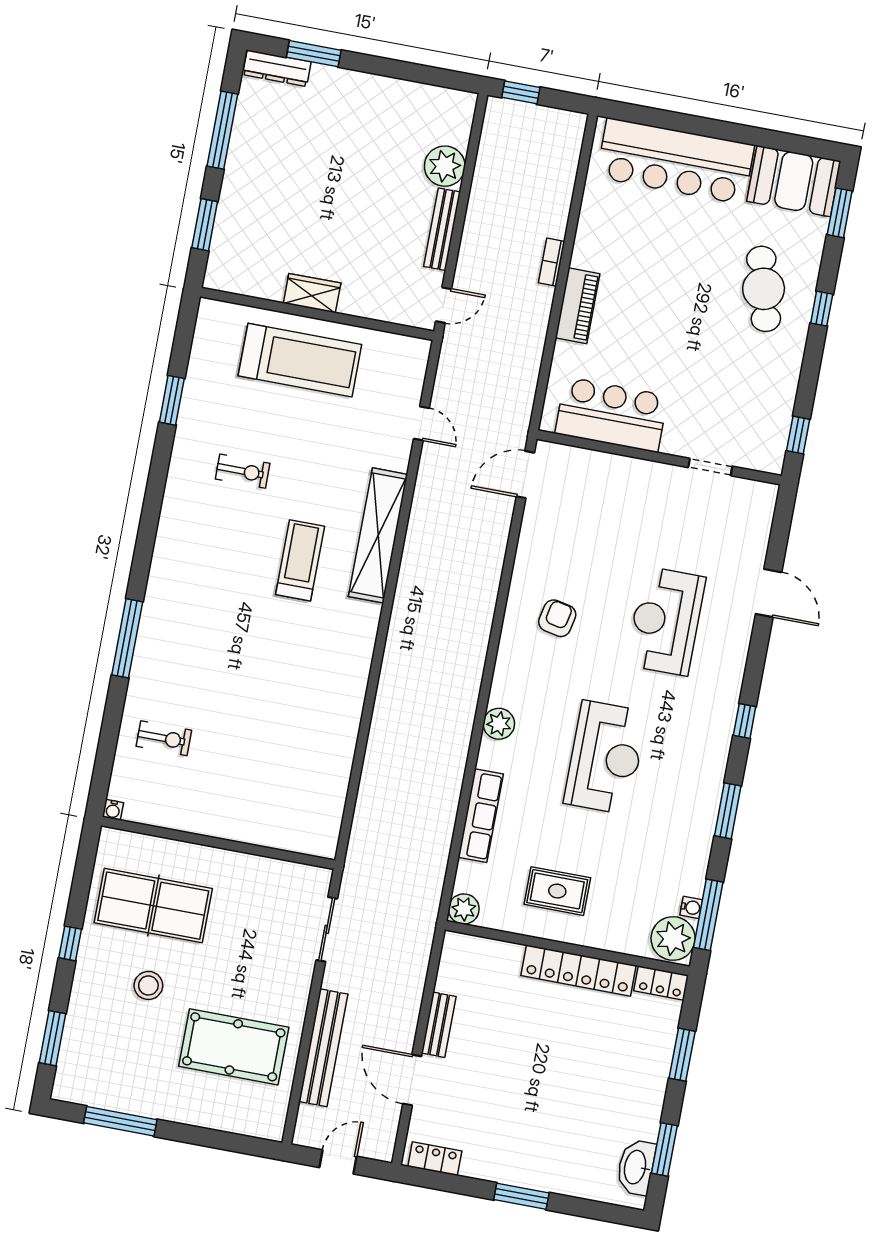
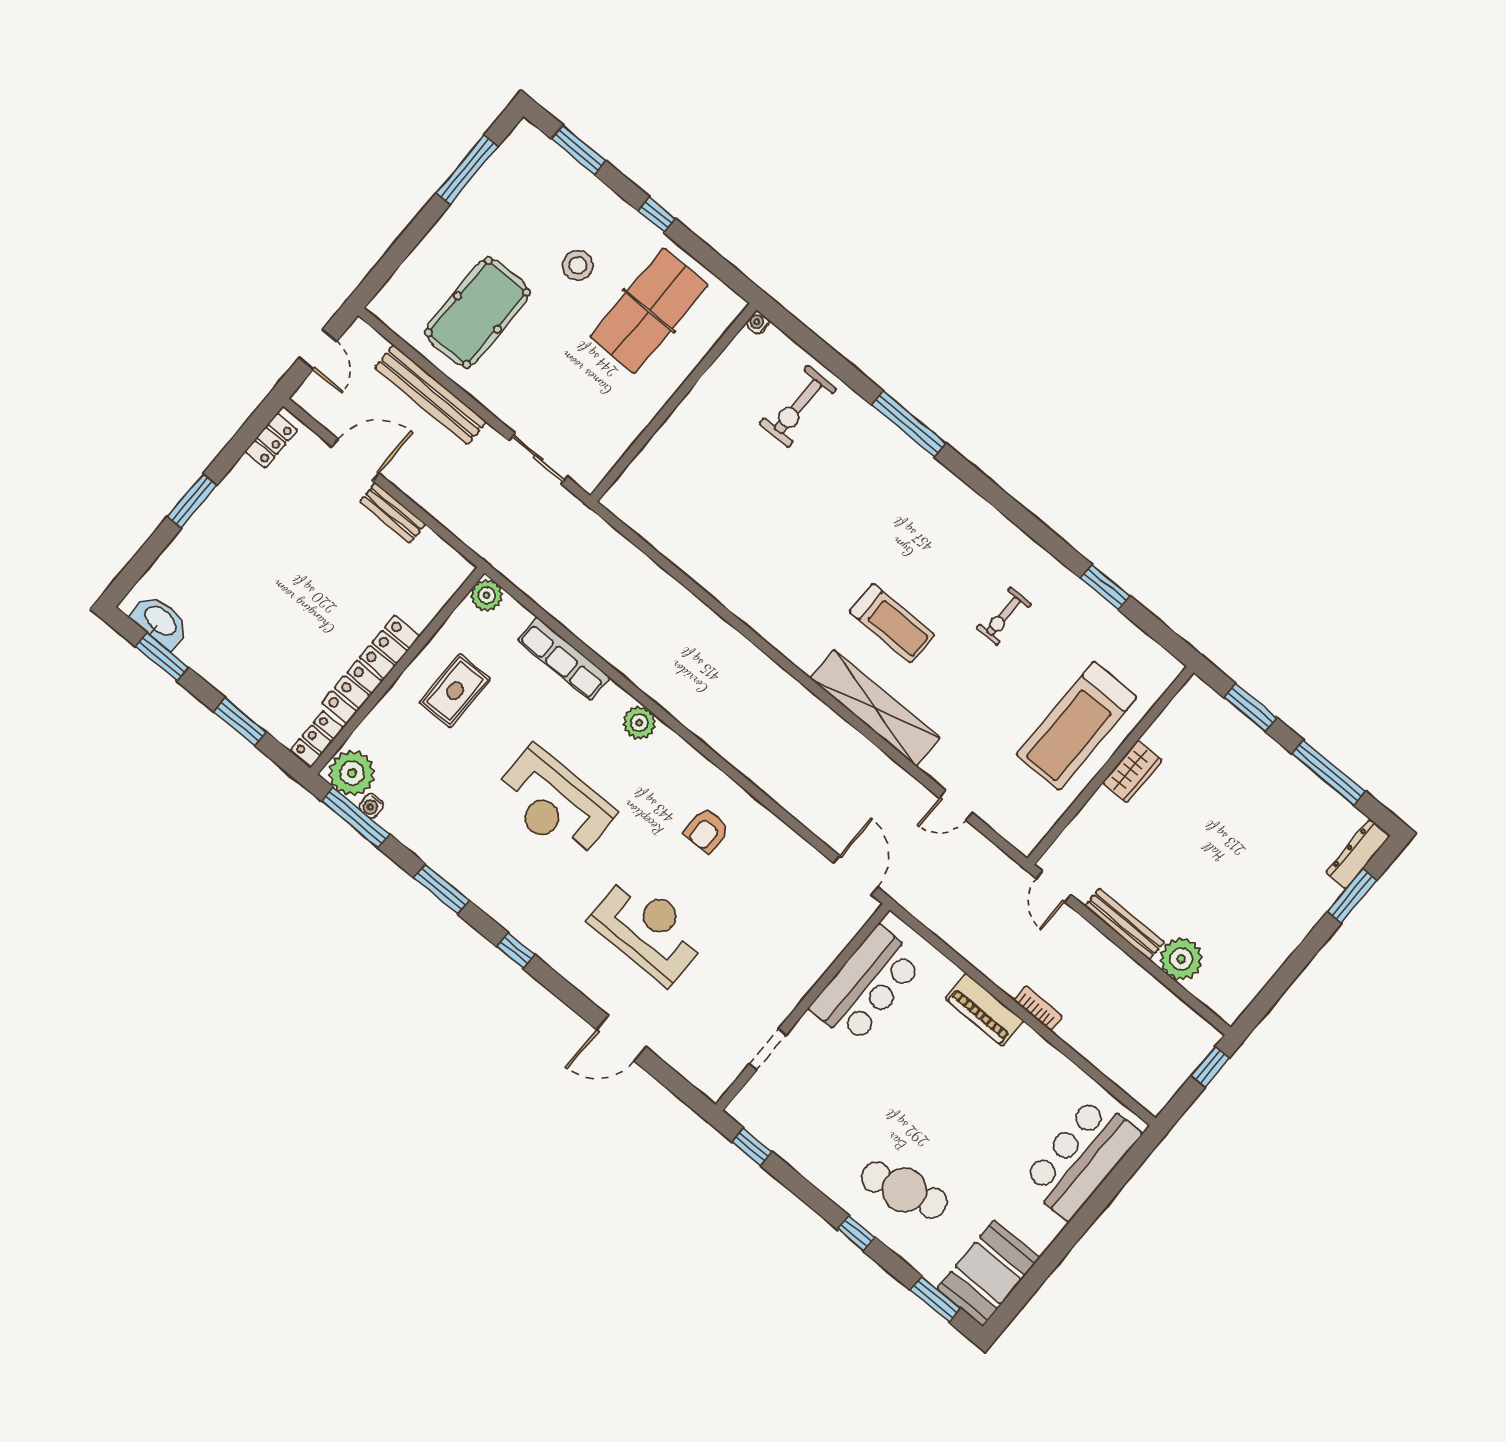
bar counter: (675, 161) -> (1081, 1158), width x0.73
armchair: (557, 618) -> (707, 831), turned 78
exercise bike: (164, 738) -> (798, 406), width x1.38, depth x1.39

